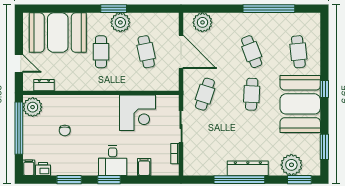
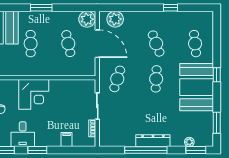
window: (269, 9) -> (170, 8), width x0.32
plant: (120, 22) -> (87, 19), moved
corner desk: (138, 113) -> (34, 94), moved
desk: (113, 160) -> (23, 134), moved
plant: (291, 165) -> (189, 142), width x0.53, depth x0.53

